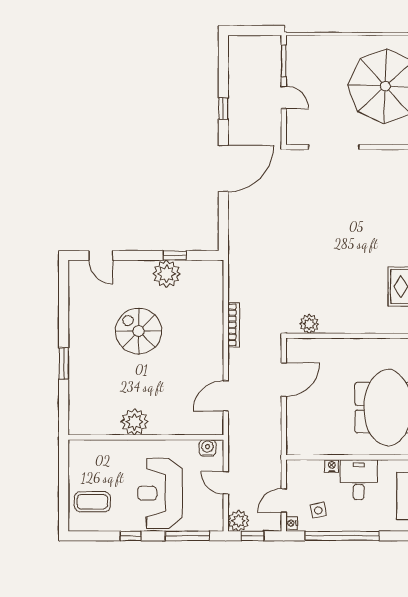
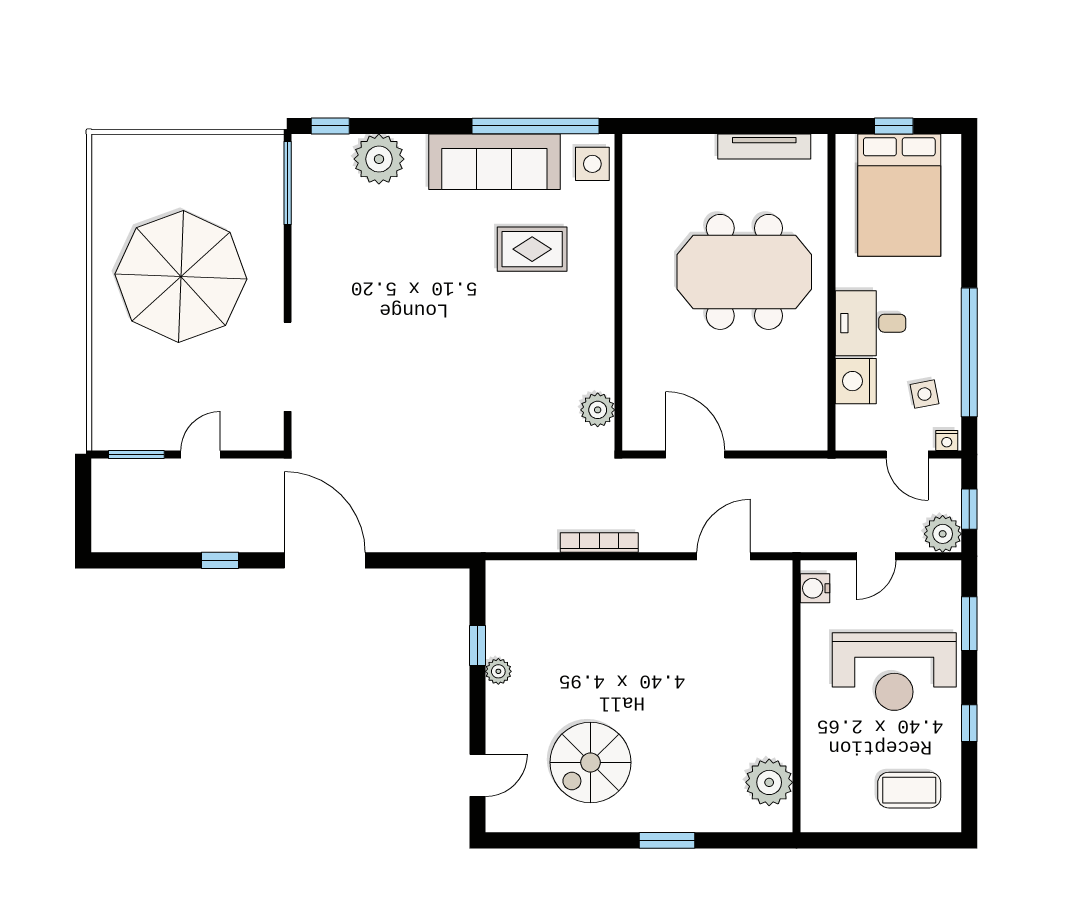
plant: (167, 274) -> (498, 671), width x0.53, depth x0.53
spiral stairs: (139, 331) -> (590, 762), moved
door: (226, 396) -> (724, 556), swing flipped
plant: (134, 422) -> (769, 782), moved
nightstand: (332, 466) -> (856, 381), width x1.89, depth x1.79
coffee table: (92, 502) -> (909, 790), turned 90
window: (187, 536) -> (969, 624), width x0.69

